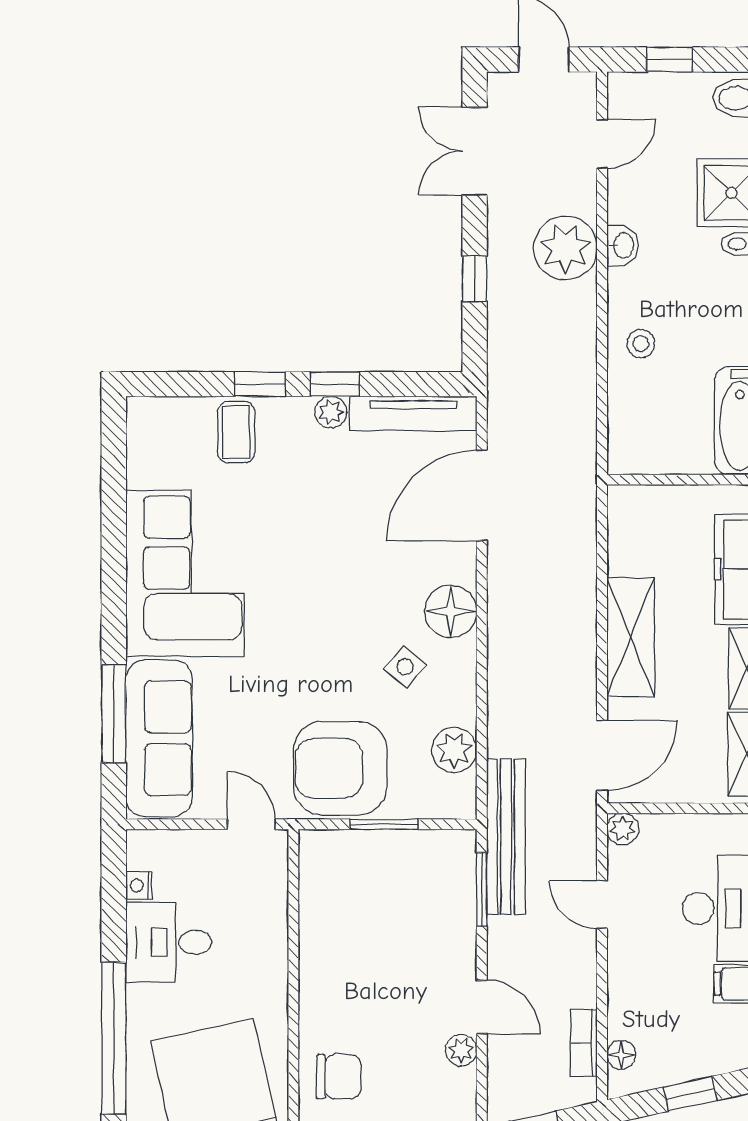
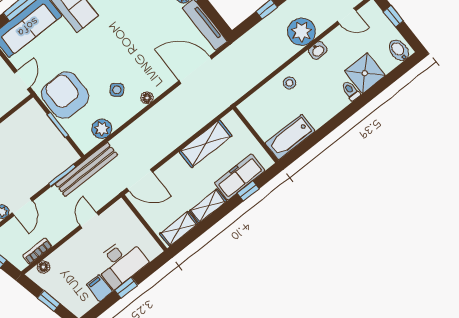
floor lamp: (451, 611) -> (147, 98), width x0.53, depth x0.53
shelving: (631, 637) -> (206, 144), moved
plant: (623, 829) -> (120, 207), removed

